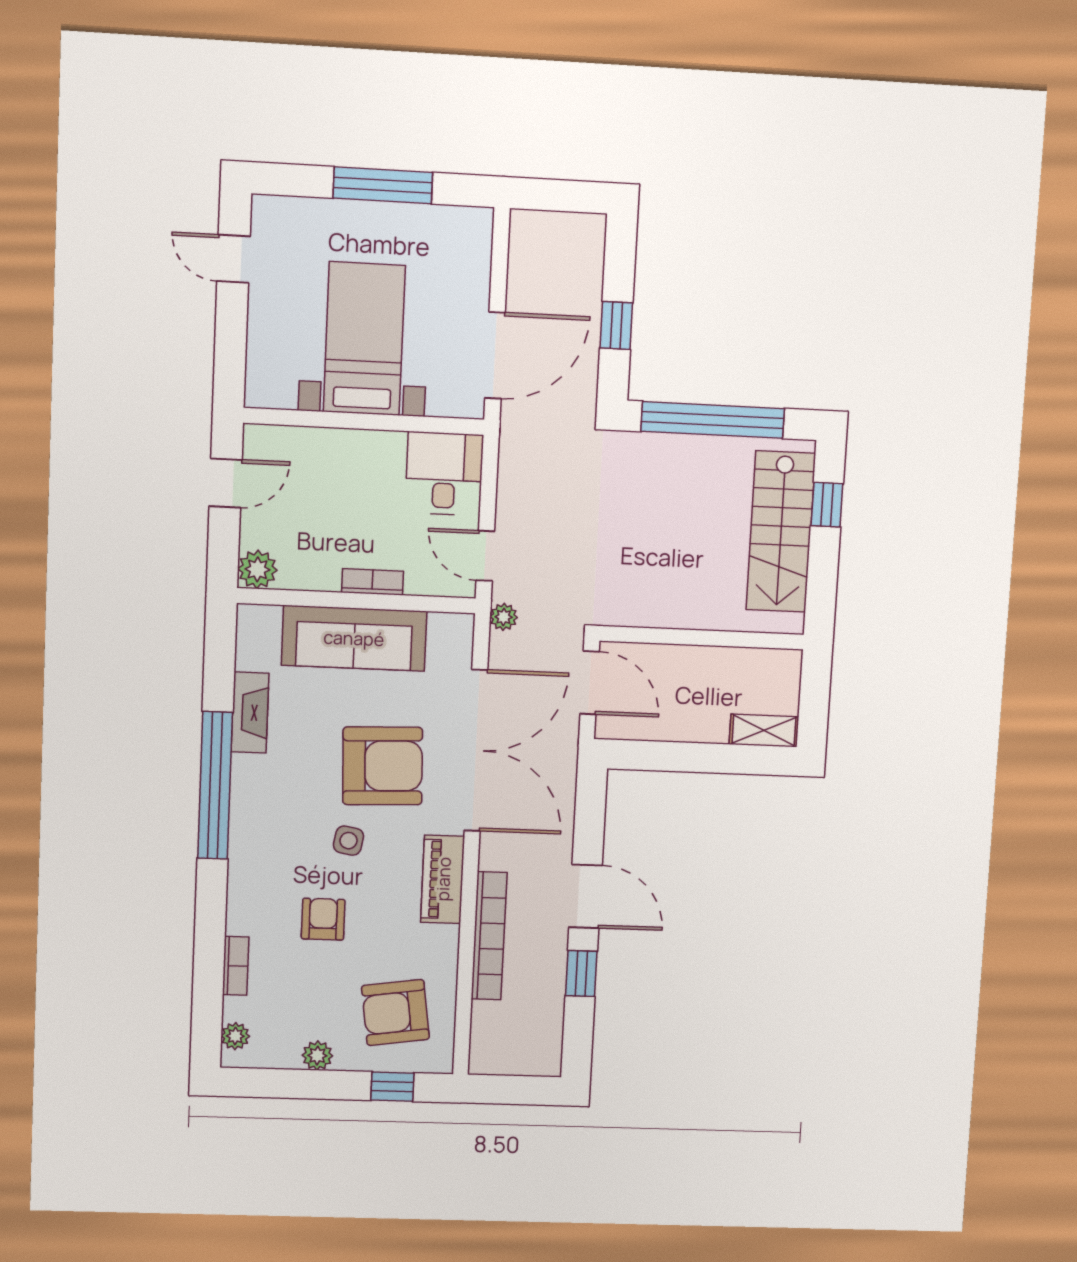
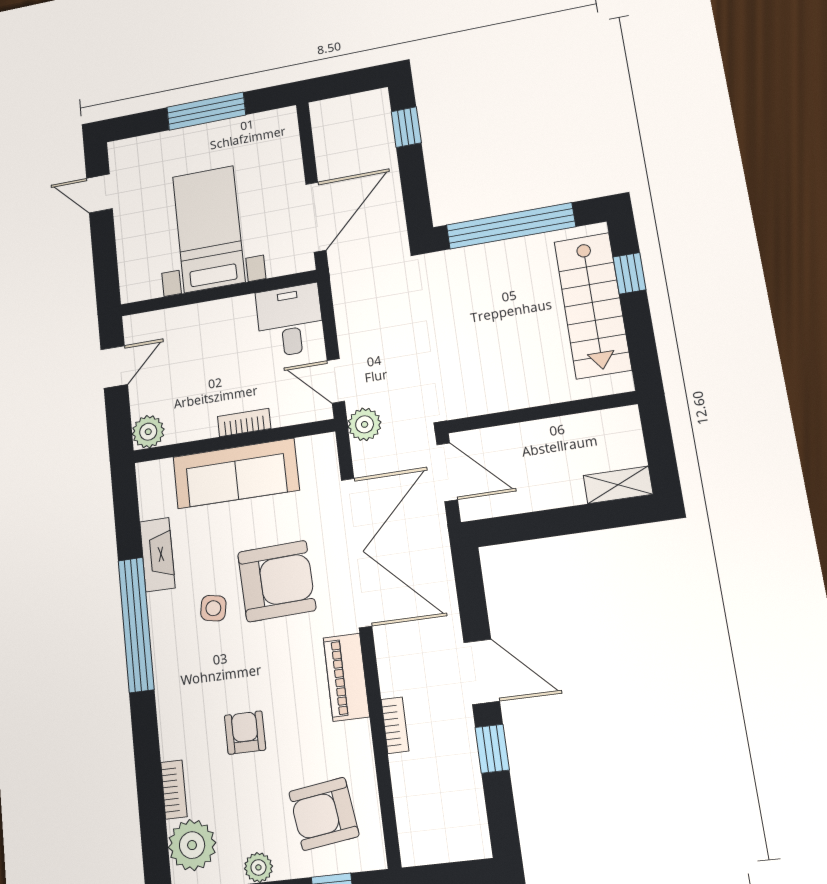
window: (616, 325) -> (406, 127), moved
plant: (504, 617) -> (365, 424), width x1.38, depth x1.38
side table: (348, 841) -> (213, 608), moved
bookcase: (489, 936) -> (395, 725), width x0.43, depth x0.76
plant: (235, 1036) -> (192, 845), width x1.88, depth x1.88

